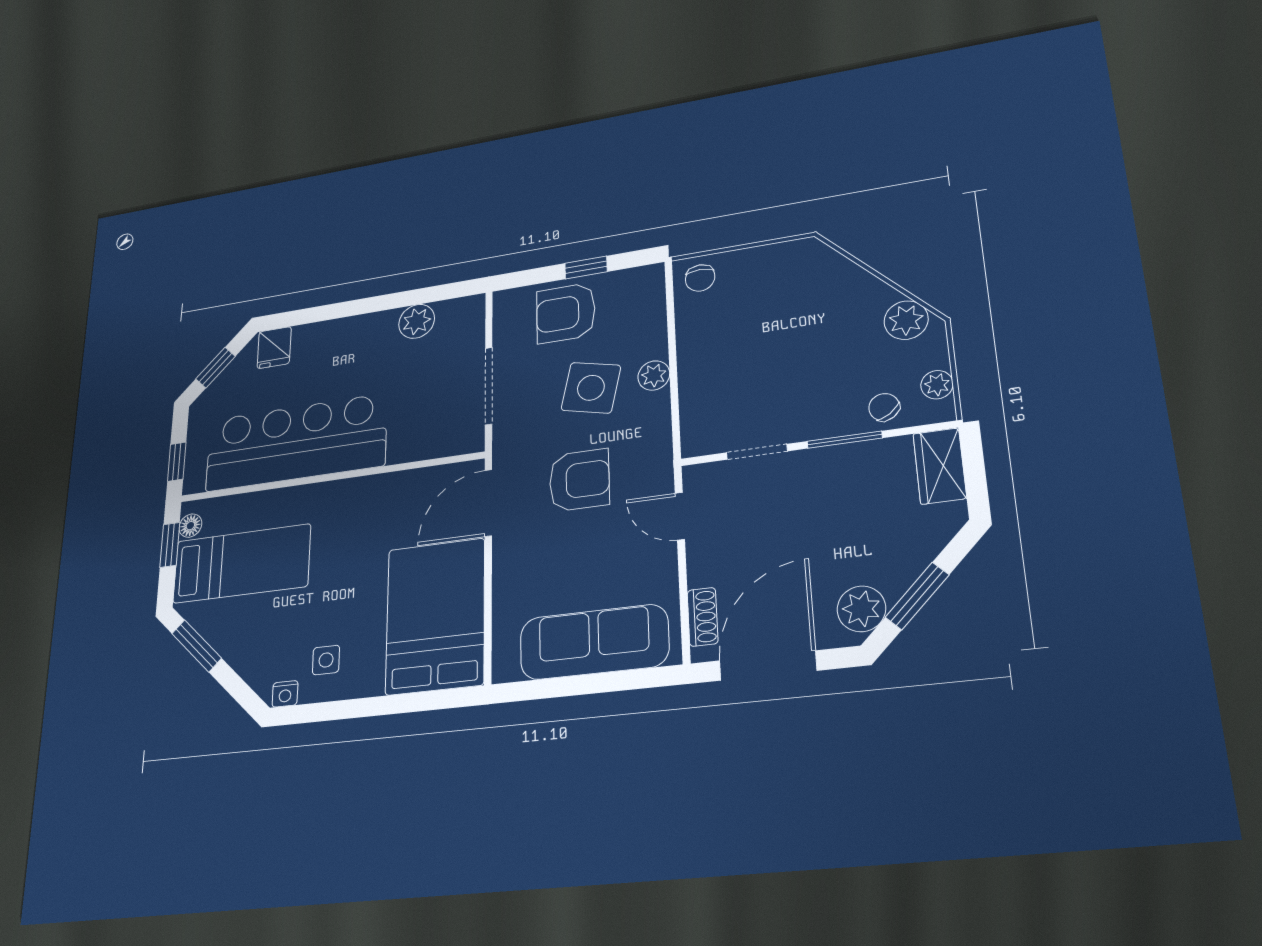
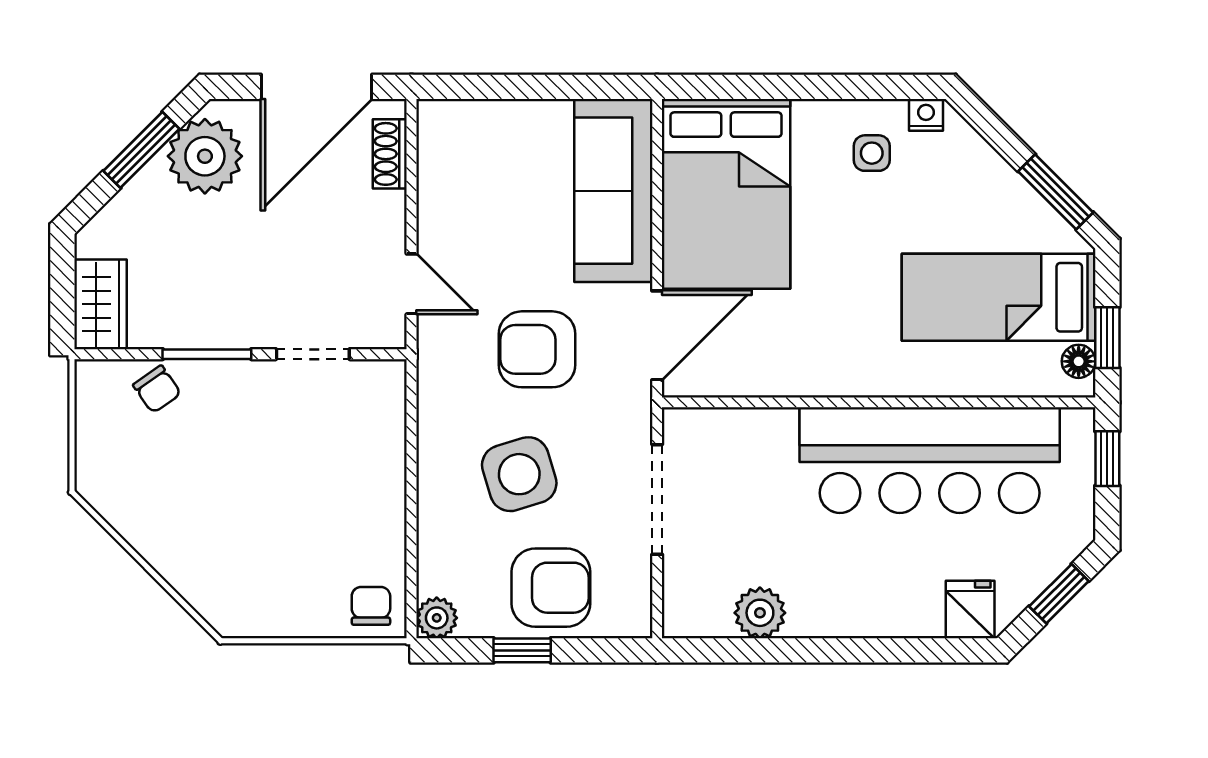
plant: (906, 320) -> (120, 500), removed
plant: (654, 375) -> (437, 618), moved
plant: (937, 385) -> (93, 408), removed
side table: (591, 388) -> (519, 474), turned -30
plant: (861, 609) -> (205, 156), width x1.36, depth x1.36
sofa: (594, 642) -> (613, 191), moved, turned 90

